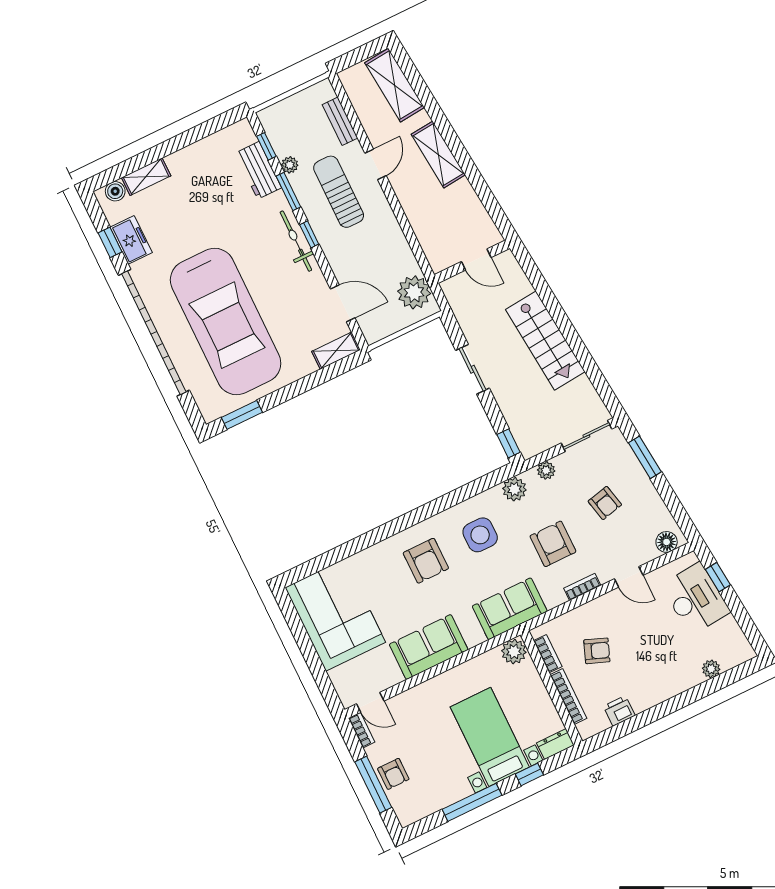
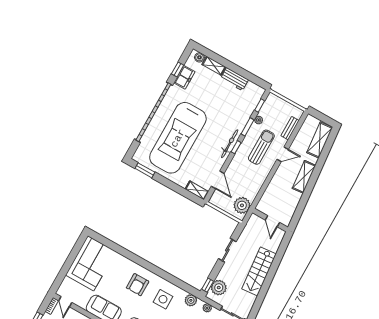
workbench: (258, 170) -> (235, 79), moved, turned -90
plant: (526, 427) -> (219, 288), added

